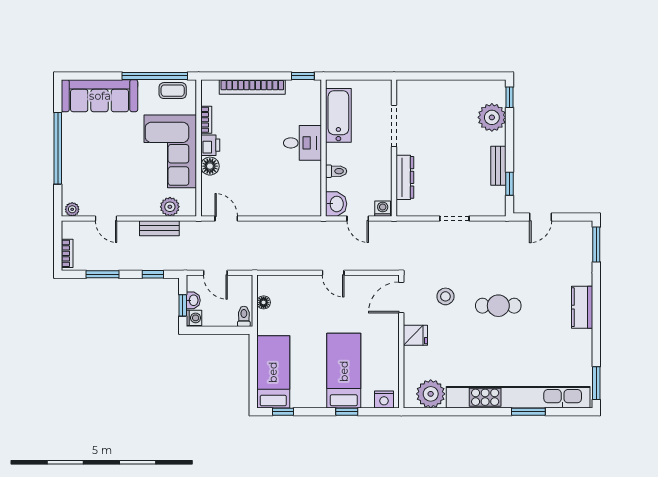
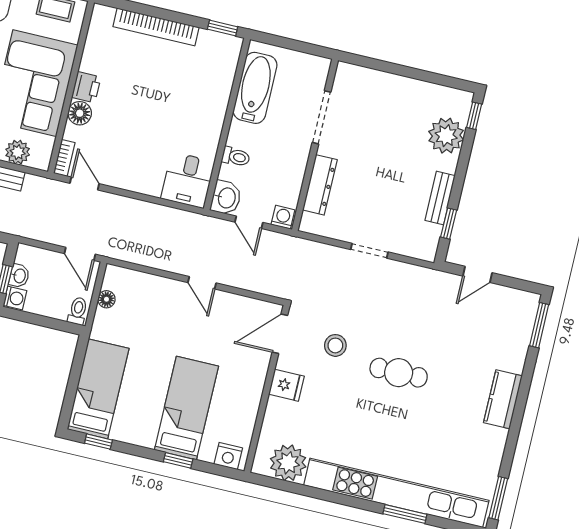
bookcase: (206, 120) -> (64, 158), moved
desk: (302, 143) -> (188, 180), moved, turned 90
door: (215, 273) -> (80, 254), moved

